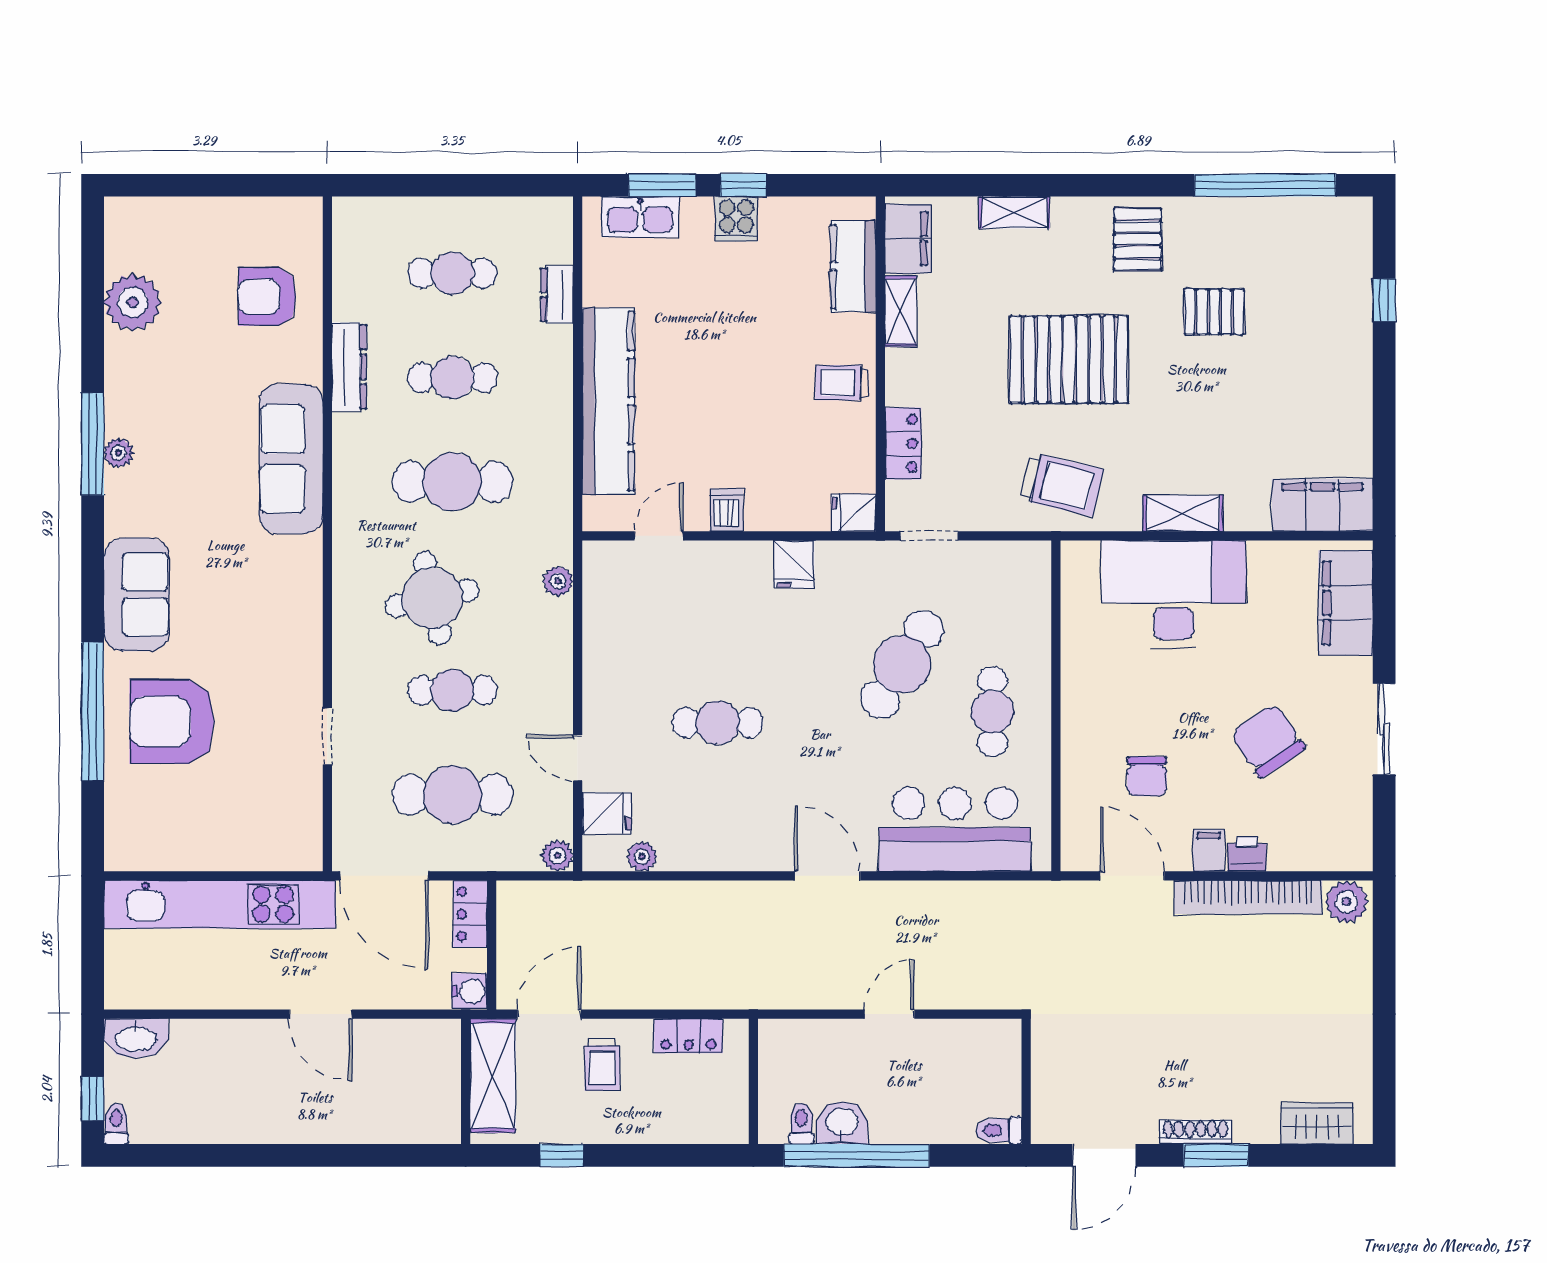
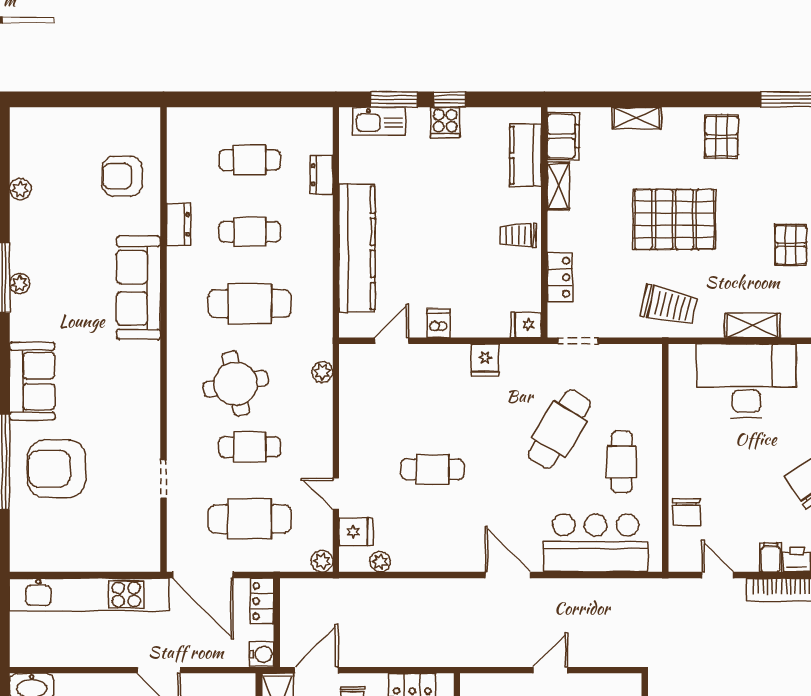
plant: (133, 302) -> (20, 189), width x0.53, depth x0.53
pallet: (1214, 312) -> (791, 245), moved, turned 90
dresser: (349, 367) -> (179, 224), width x0.70
chair: (1147, 776) -> (686, 512), moved
door: (1132, 876) -> (718, 575), width x0.73

